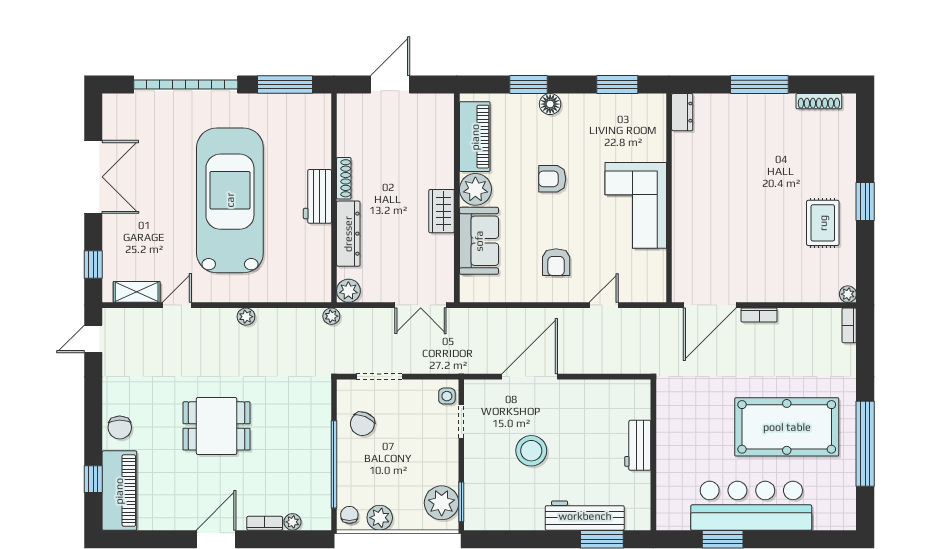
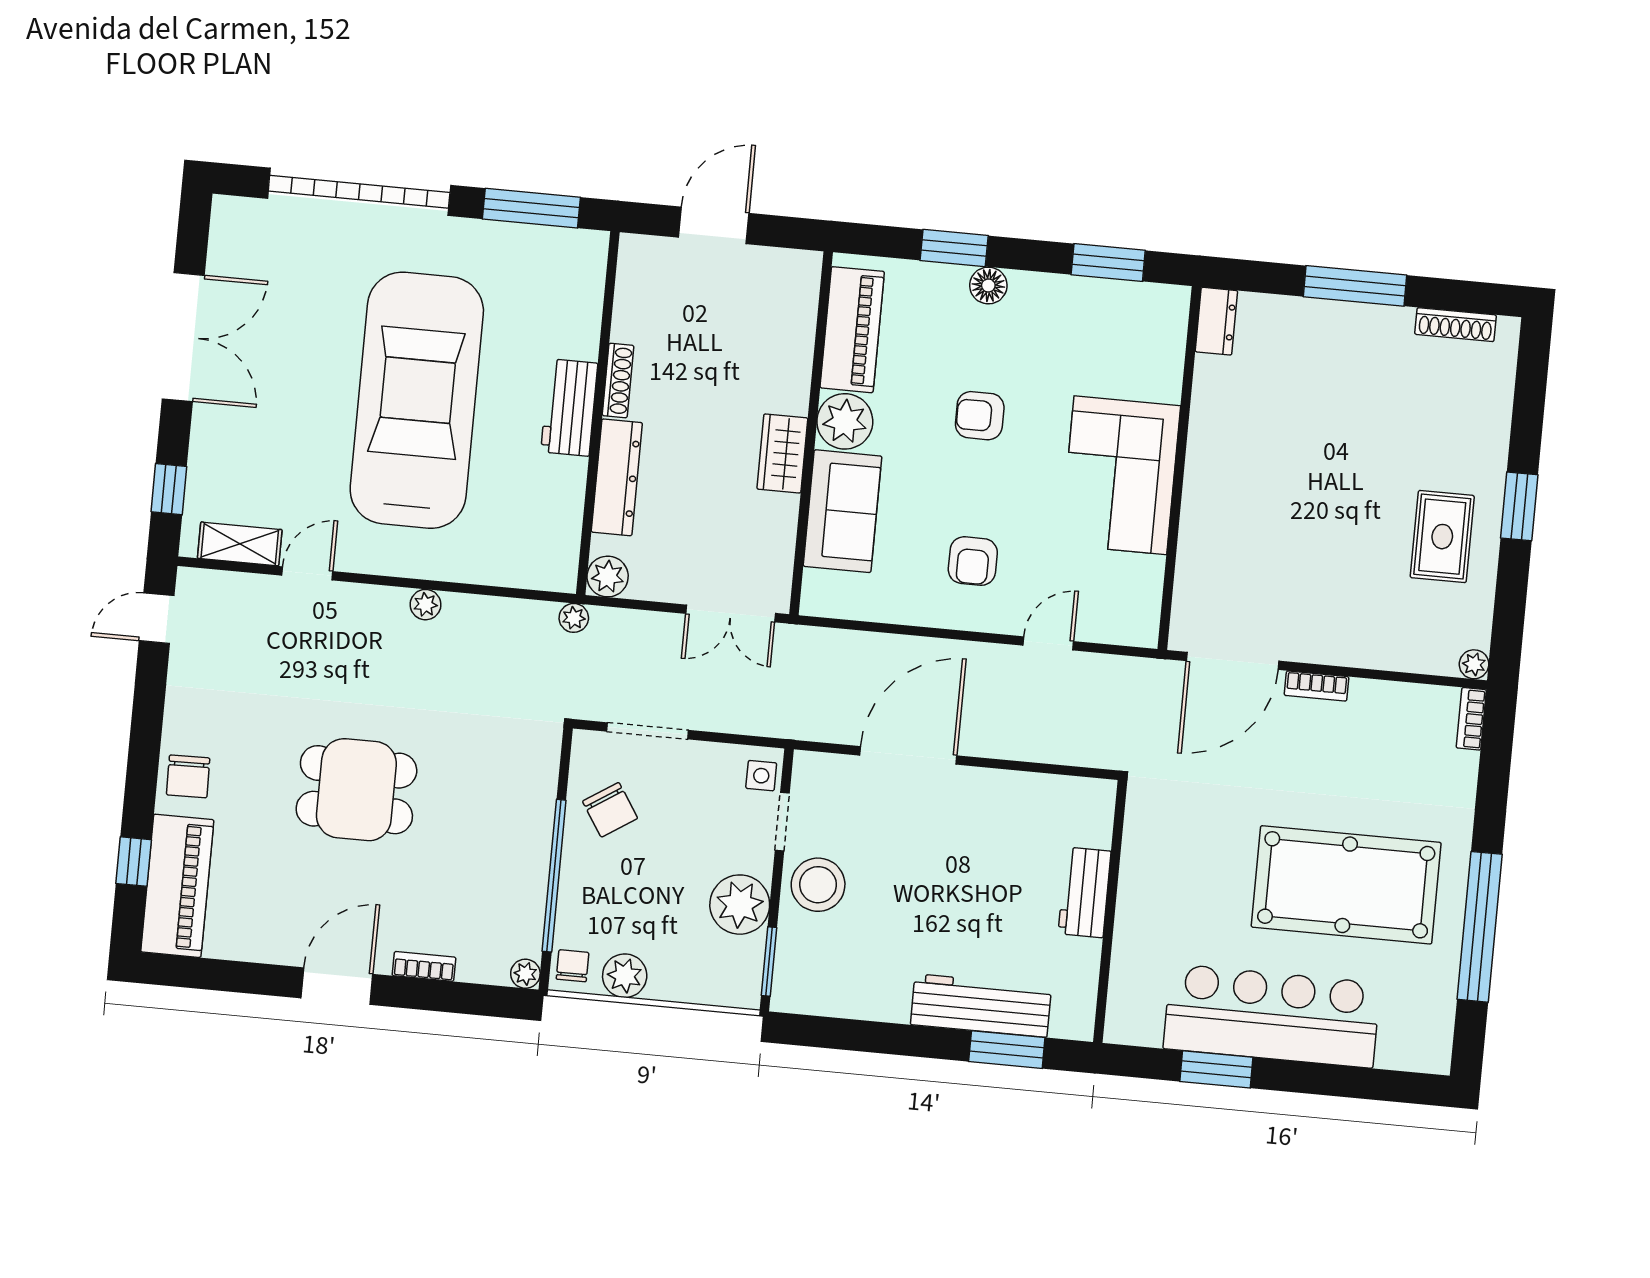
chair: (362, 424) -> (610, 810), turned -55
stool: (531, 451) -> (818, 885), moved
plant: (442, 503) -> (740, 905), moved
plant: (292, 522) -> (525, 974), moved

